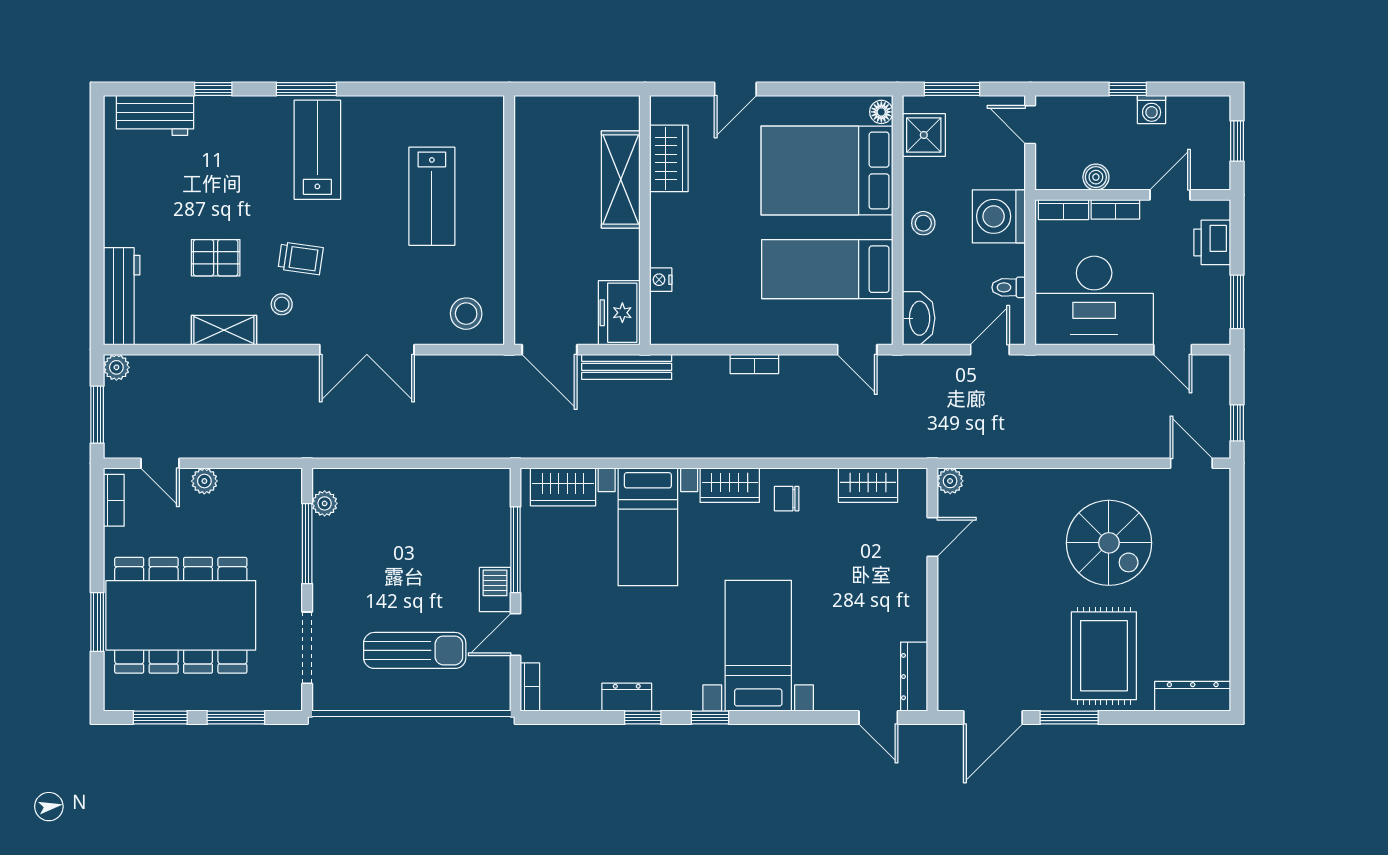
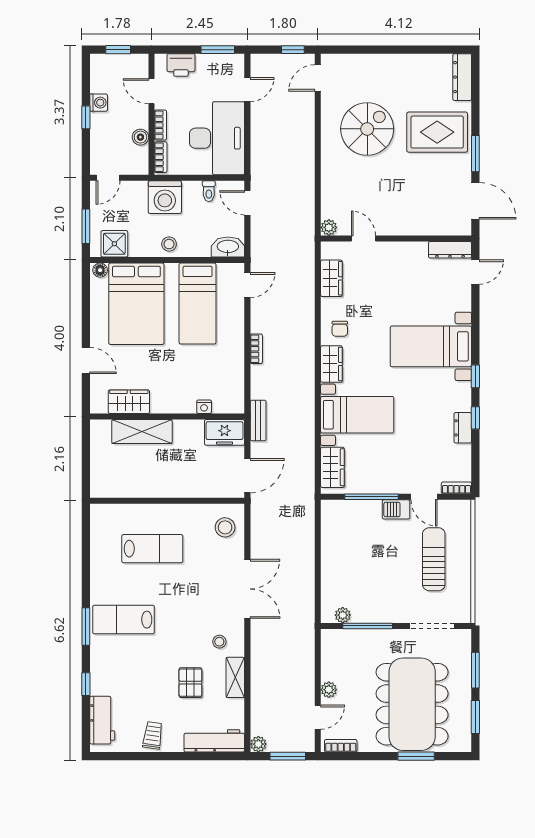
trolley: (301, 258) -> (153, 735), moved
bench: (627, 367) -> (258, 420), width x0.73

